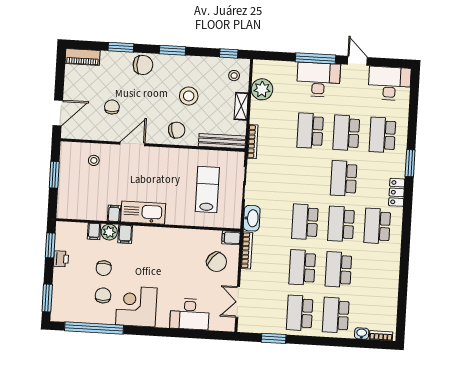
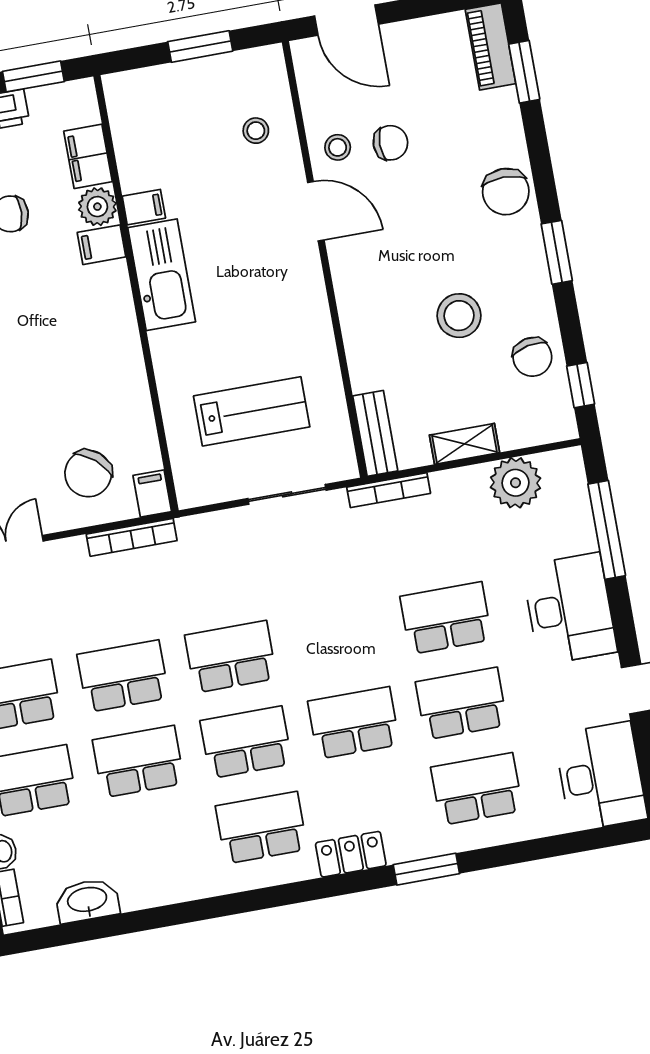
window: (121, 47) -> (524, 72), moved
window: (315, 58) -> (607, 530), moved
stool: (234, 76) -> (338, 147), moved
chair: (177, 130) -> (532, 357), moved
bench: (222, 141) -> (375, 433), width x0.73
washbasin: (252, 218) -> (87, 901), moved, turned 180
filing cabinet: (94, 231) -> (88, 156), width x2.00

